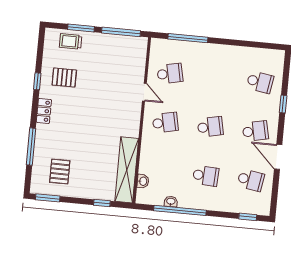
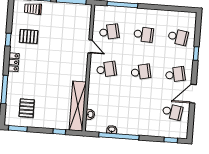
door: (278, 157) -> (193, 94), hinge flipped
school desk: (206, 176) -> (144, 34), moved

